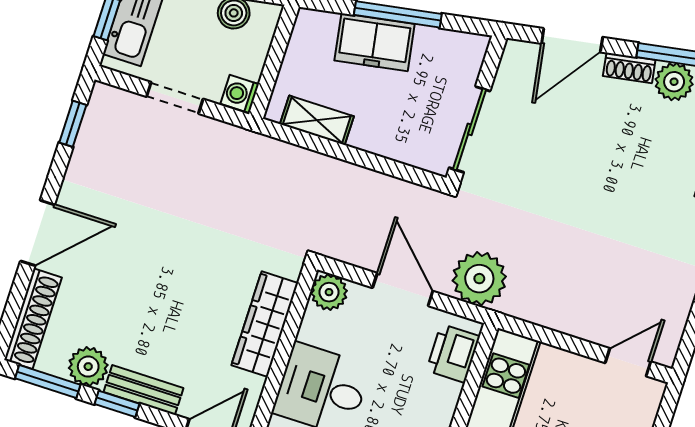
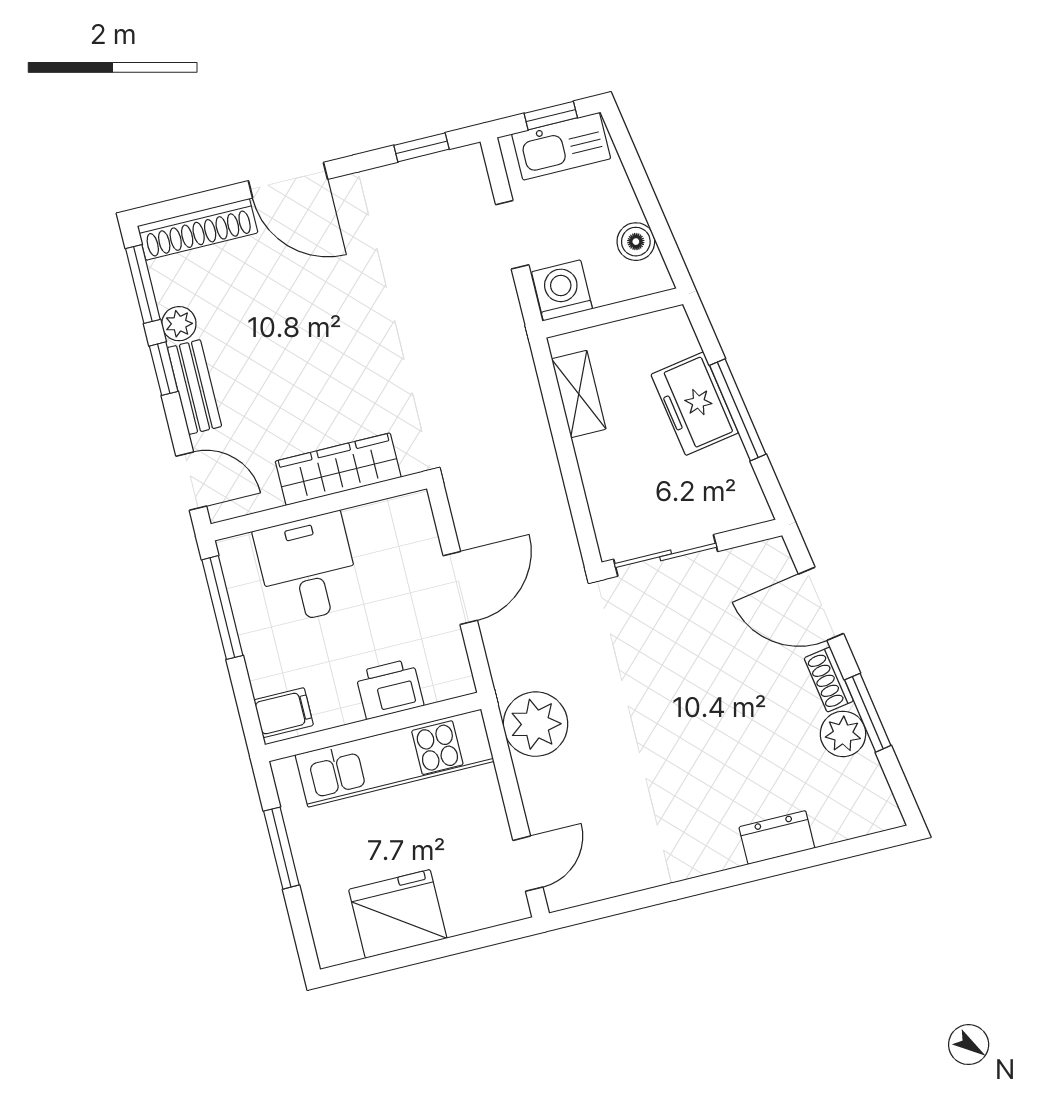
washing machine: (240, 94) -> (562, 290), width x1.38, depth x1.38
plant: (479, 279) -> (536, 724), moved
plant: (329, 292) -> (411, 515), removed
printer: (453, 353) -> (390, 689), moved
door: (628, 362) -> (528, 864), hinge flipped
plant: (88, 367) -> (179, 324), width x0.73, depth x0.73

